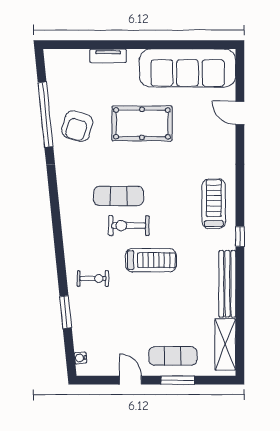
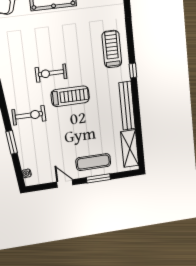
exercise mat: (119, 196) -> (41, 52), removed
exercise bike: (93, 278) -> (29, 115), width x1.38, depth x1.39

